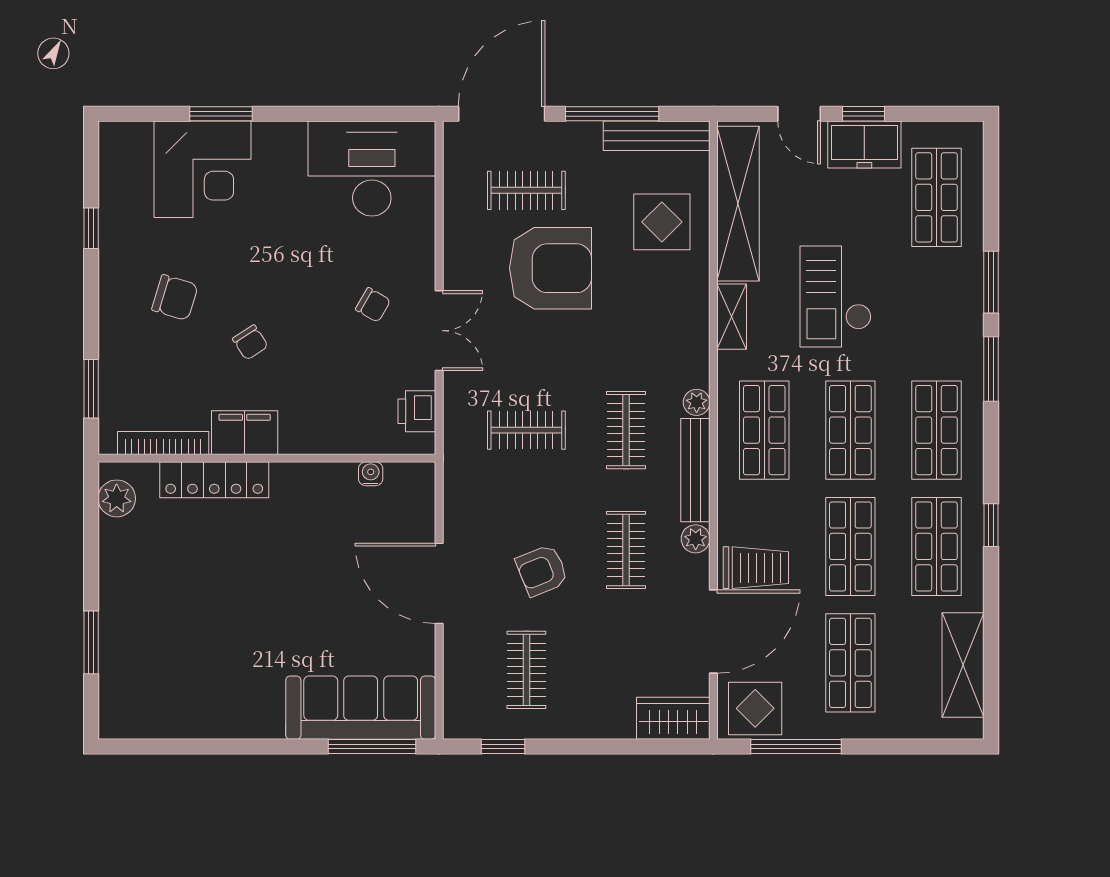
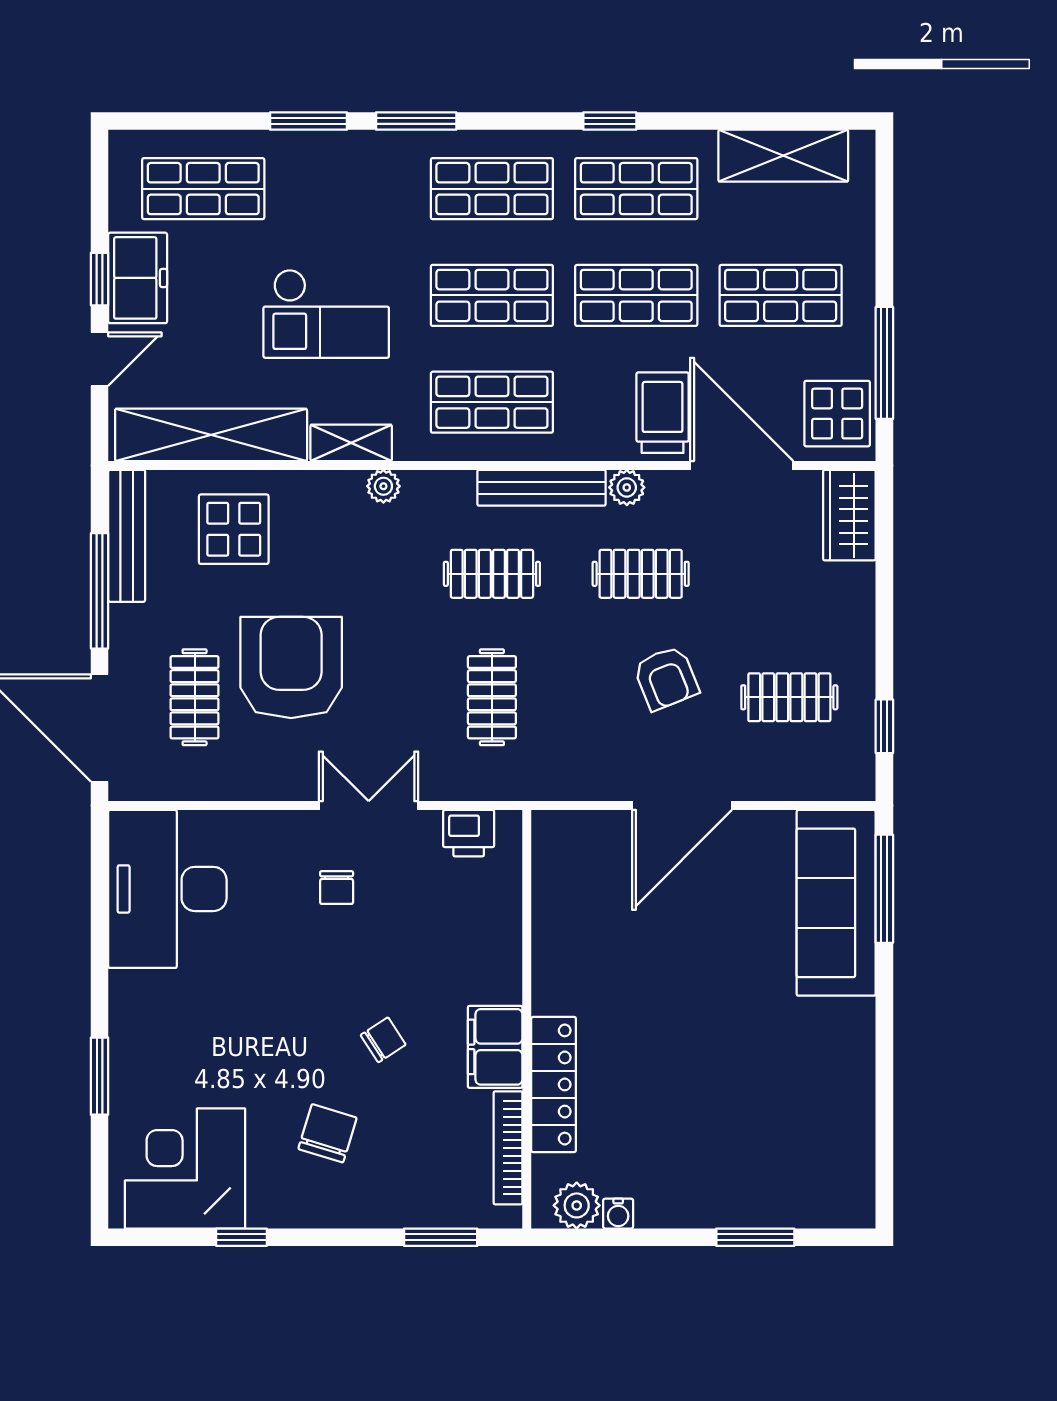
corner desk: (202, 169) -> (185, 1168), moved, turned -90
chair: (373, 305) -> (337, 888), turned 150
plant: (697, 402) -> (383, 486), moved
water cooler: (371, 474) -> (618, 1214), moved, turned -90

